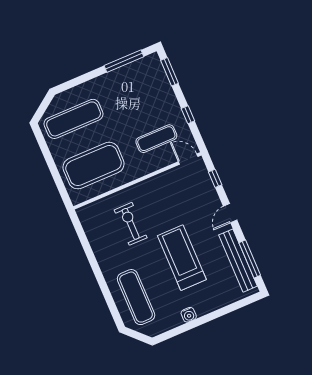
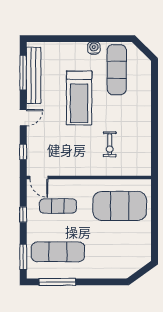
exercise mat: (74, 119) -> (58, 252), moved
exercise bike: (131, 224) -> (110, 144), width x0.73, depth x0.72
exercise mat: (136, 297) -> (117, 70), moved

